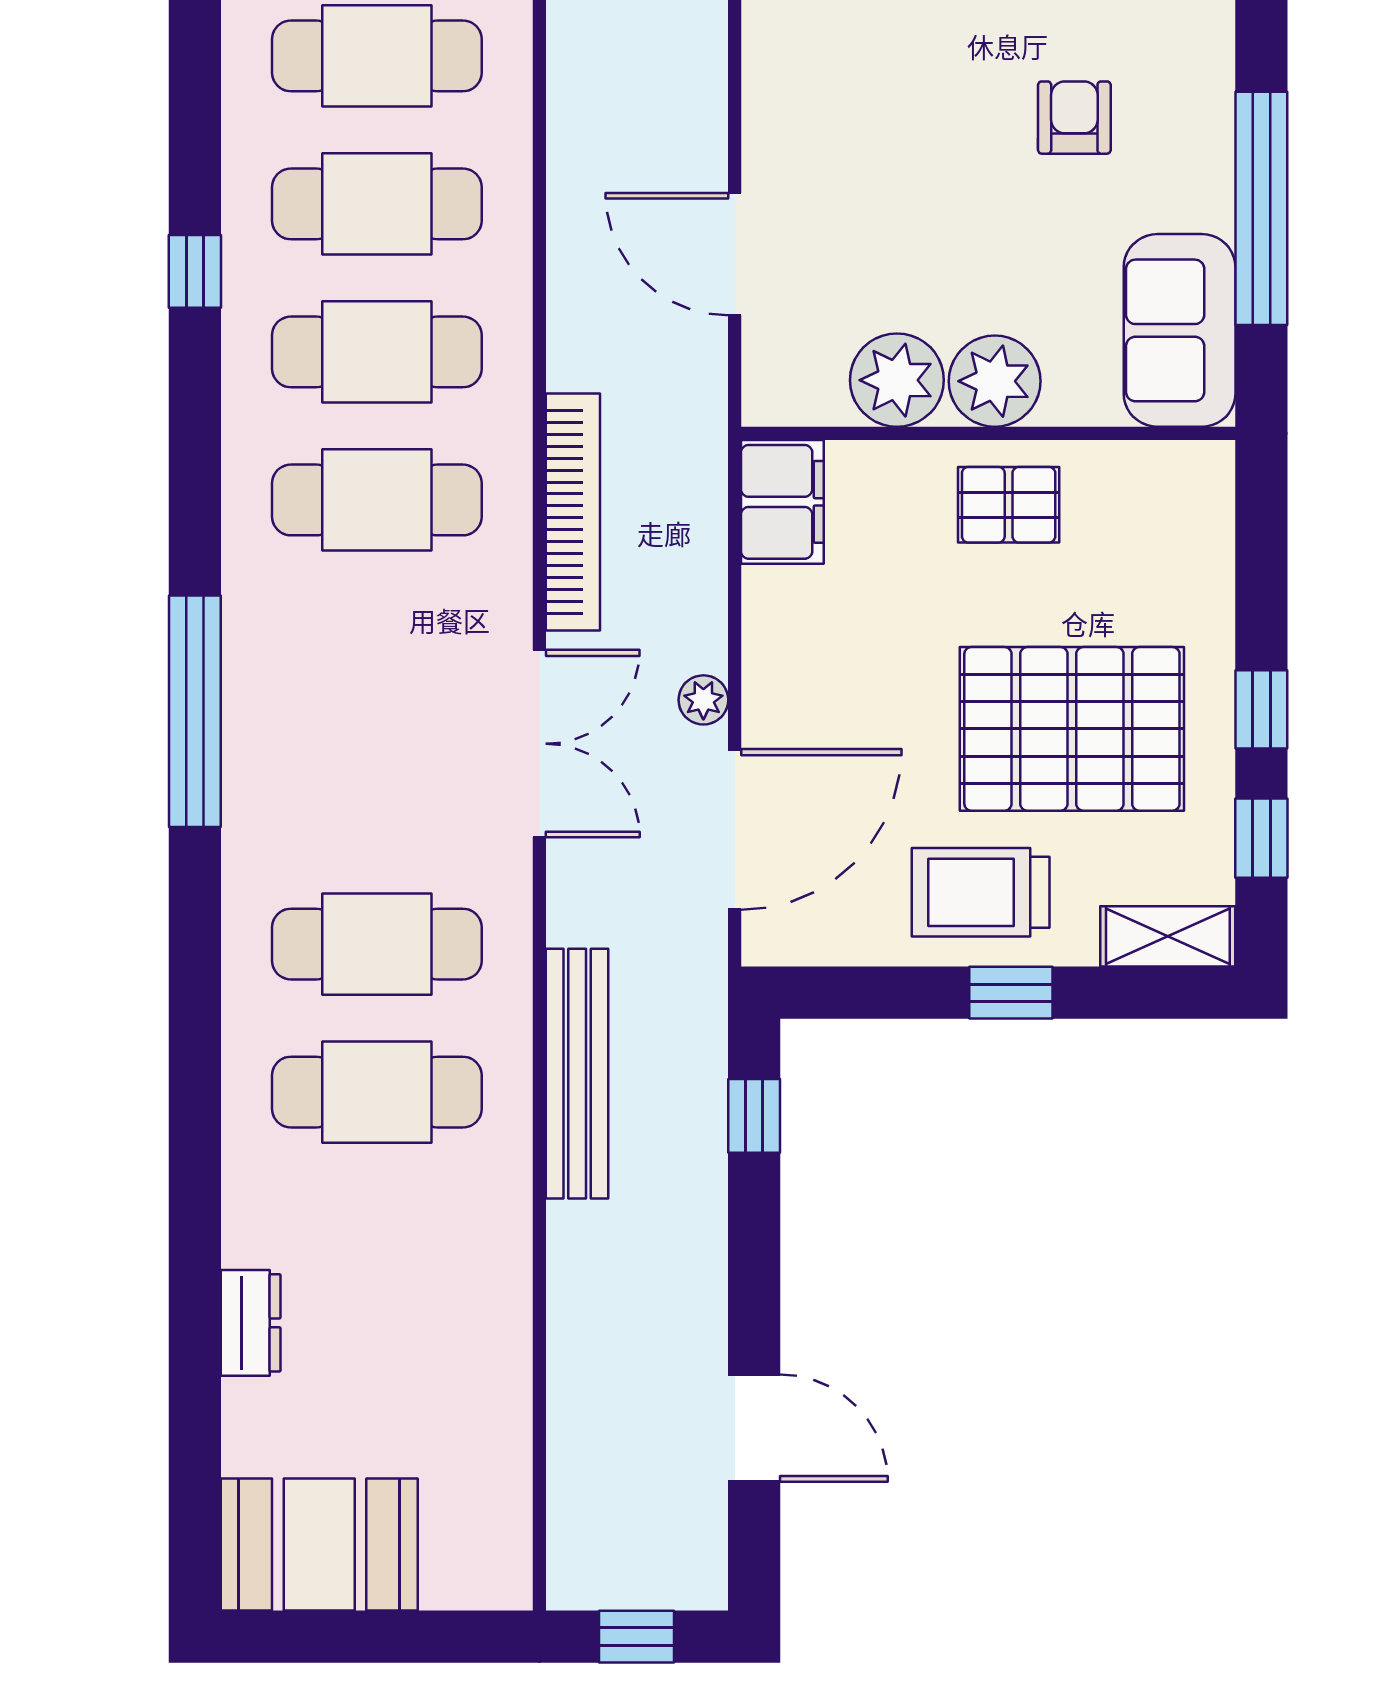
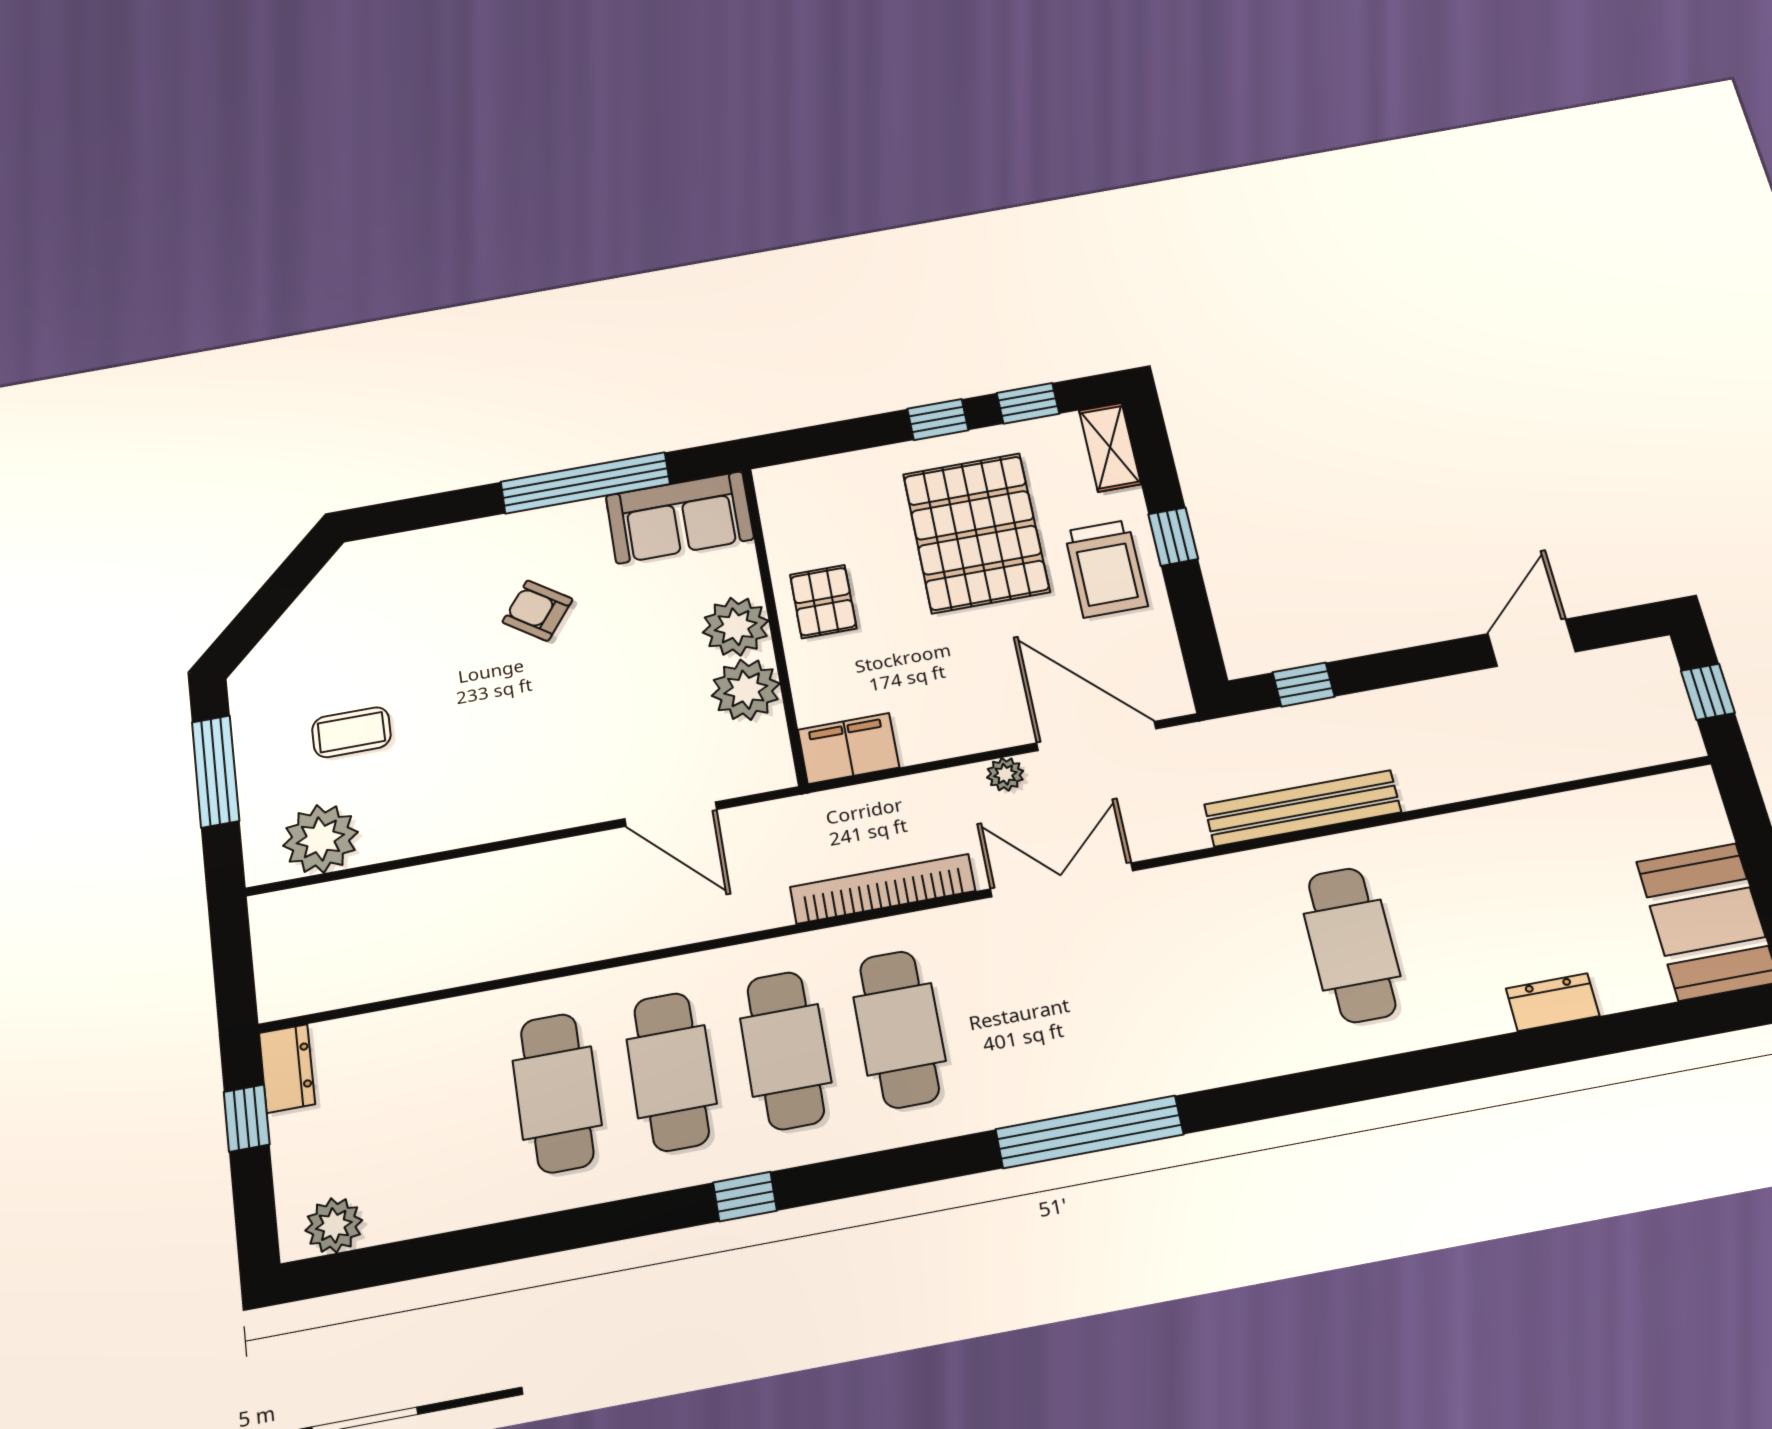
armchair: (1074, 118) -> (537, 611), turned 36
door: (735, 254) -> (671, 814), hinge flipped
cafe table: (377, 944) -> (1239, 966), removed

